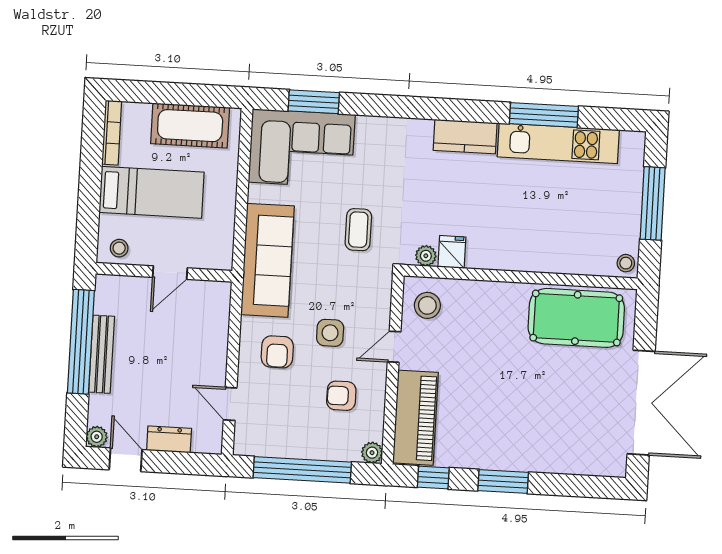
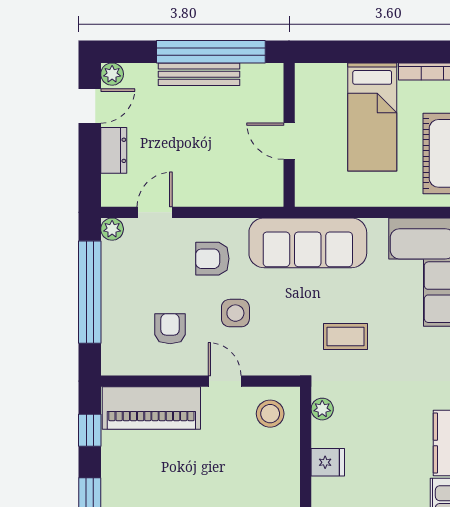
stool: (119, 248) -> (312, 86), removed
fridge: (452, 252) -> (328, 462), moved
plant: (372, 453) -> (112, 229), moved

